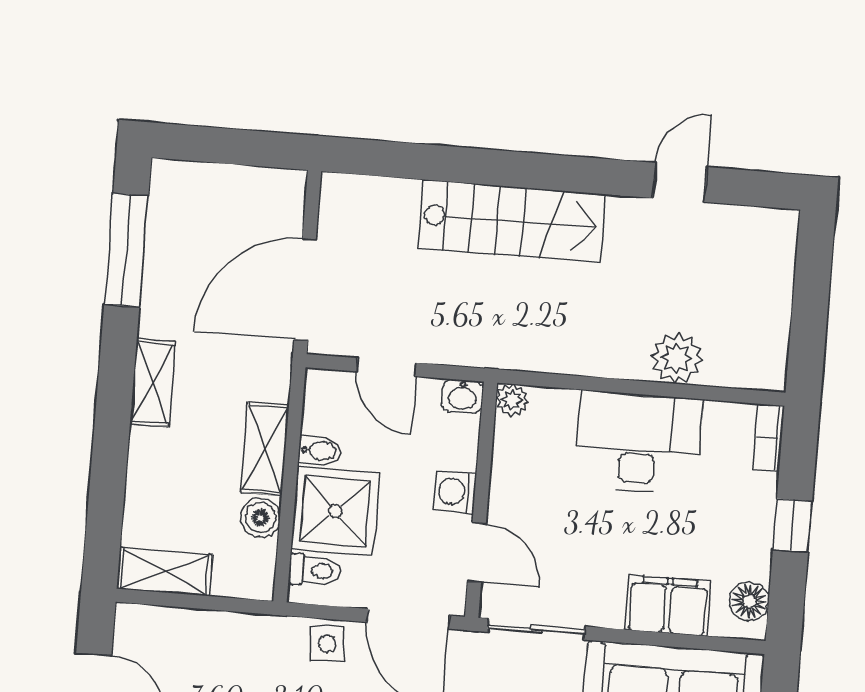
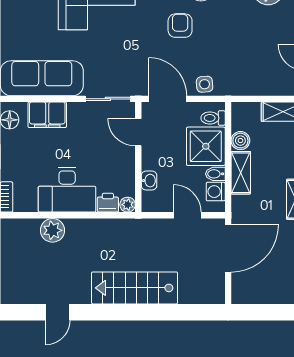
washbasin: (462, 396) -> (149, 181), moved, turned 90
printer: (554, 408) -> (108, 203), added
washing machine: (455, 491) -> (216, 192), moved, turned 180

